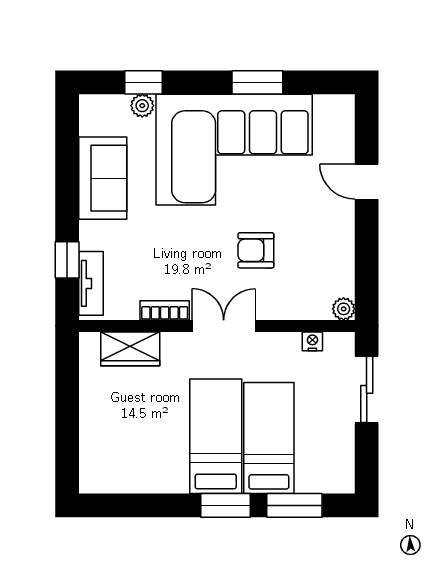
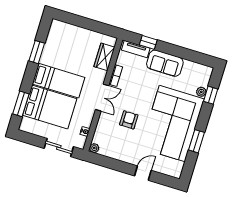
sofa: (103, 178) -> (165, 63), moved
bed: (269, 438) -> (50, 107), width x1.50
window: (225, 505) -> (37, 52), moved

